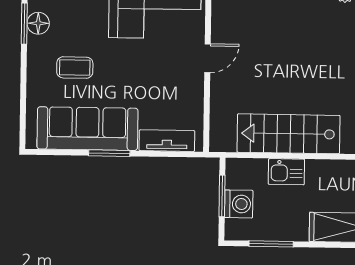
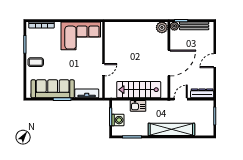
floor lamp: (38, 23) -> (31, 44), removed
door: (207, 58) -> (103, 70), moved
coffee table: (75, 68) -> (36, 62), moved

